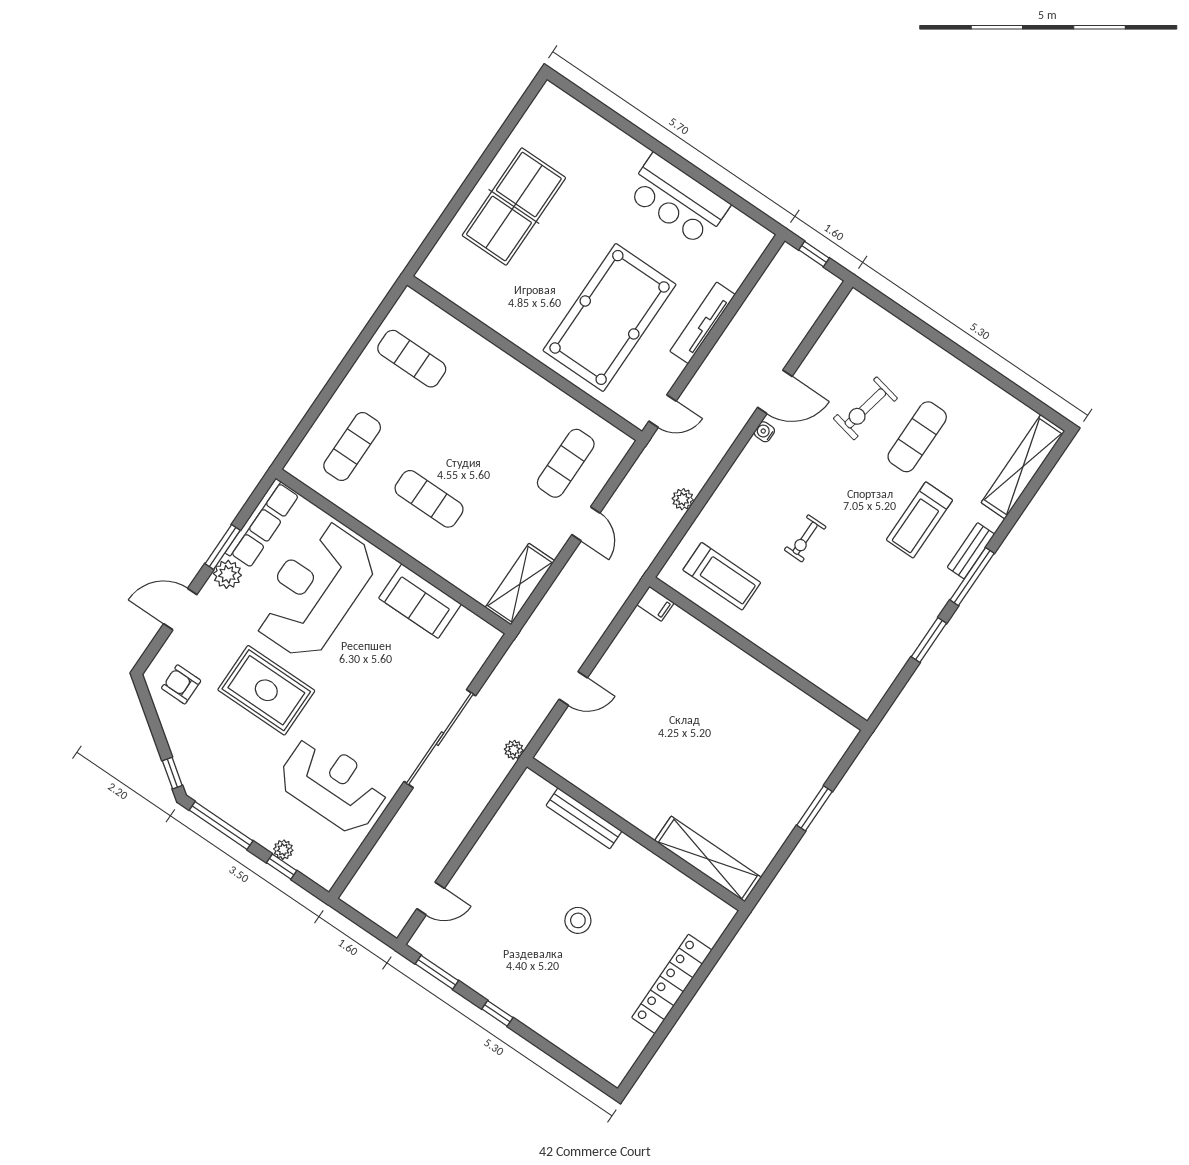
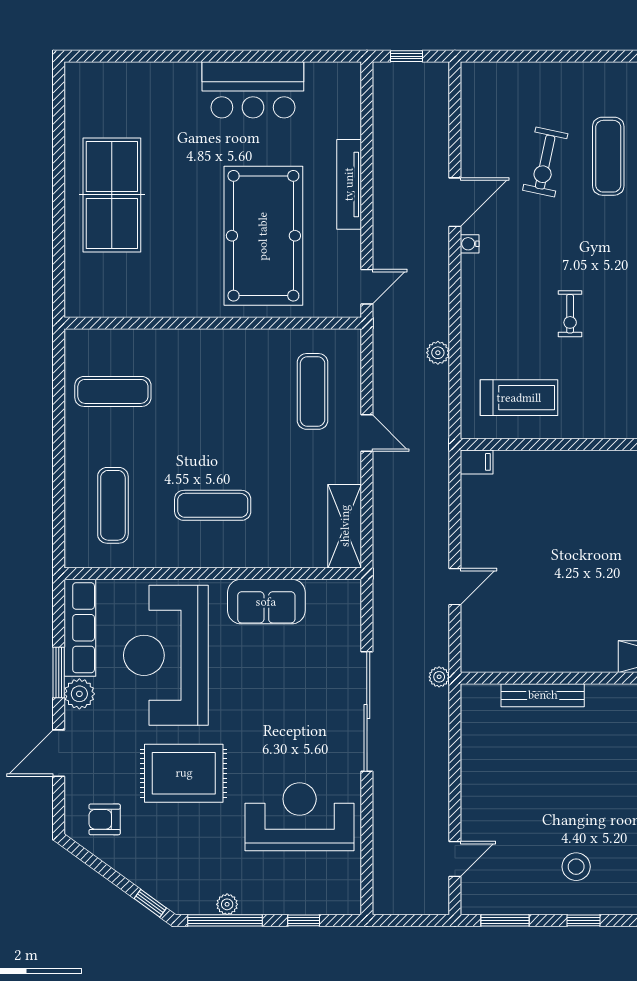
plant: (283, 850) -> (227, 904), moved
stool: (578, 920) -> (576, 867), moved

